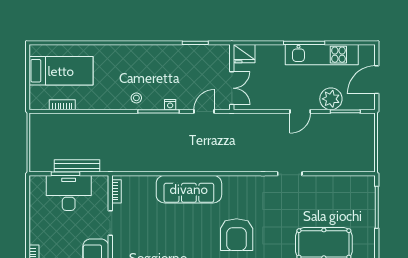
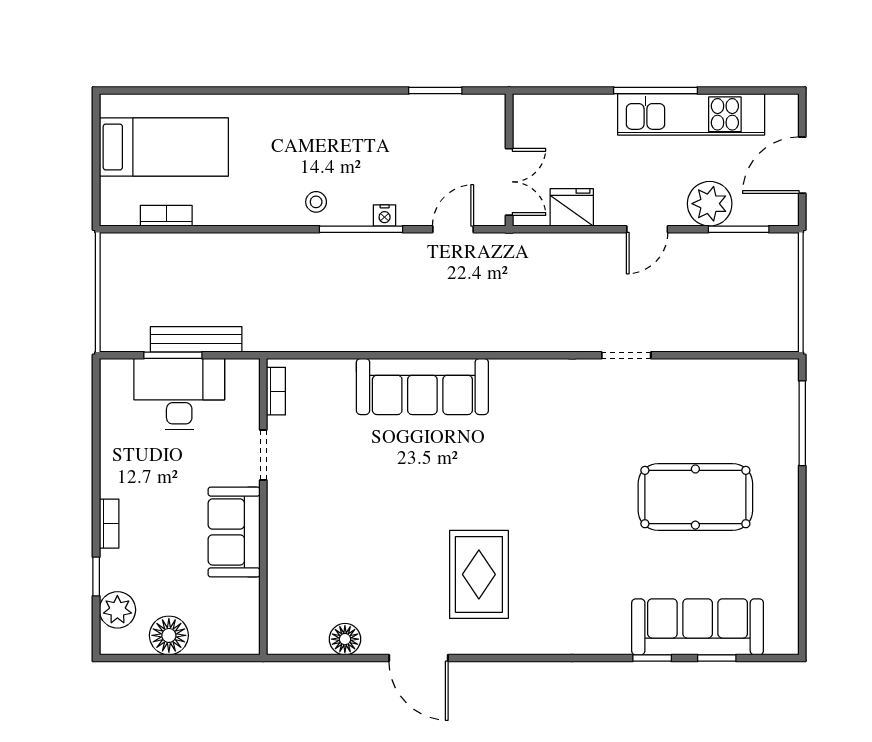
fridge: (244, 54) -> (572, 207), moved, turned 180
armchair: (237, 235) -> (519, 478), removed

